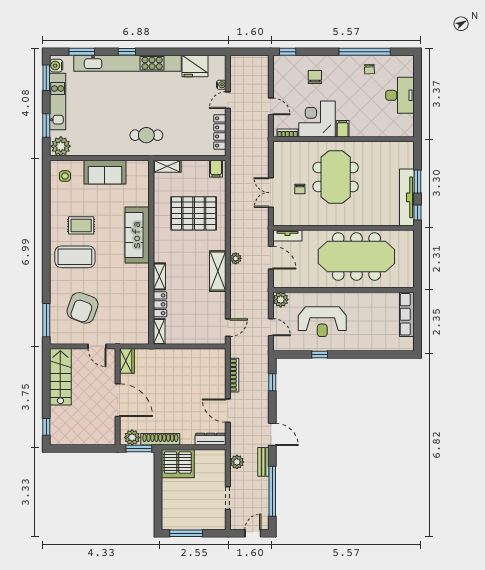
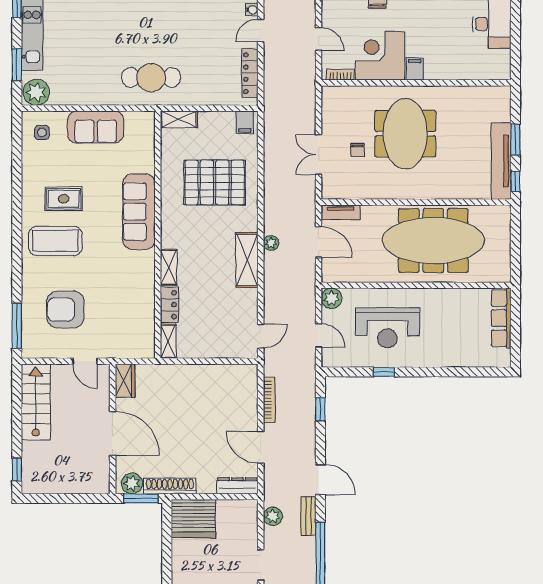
cafe table: (146, 135) -> (151, 78), width x1.37, depth x1.35
armchair: (82, 308) -> (65, 309), turned 70

